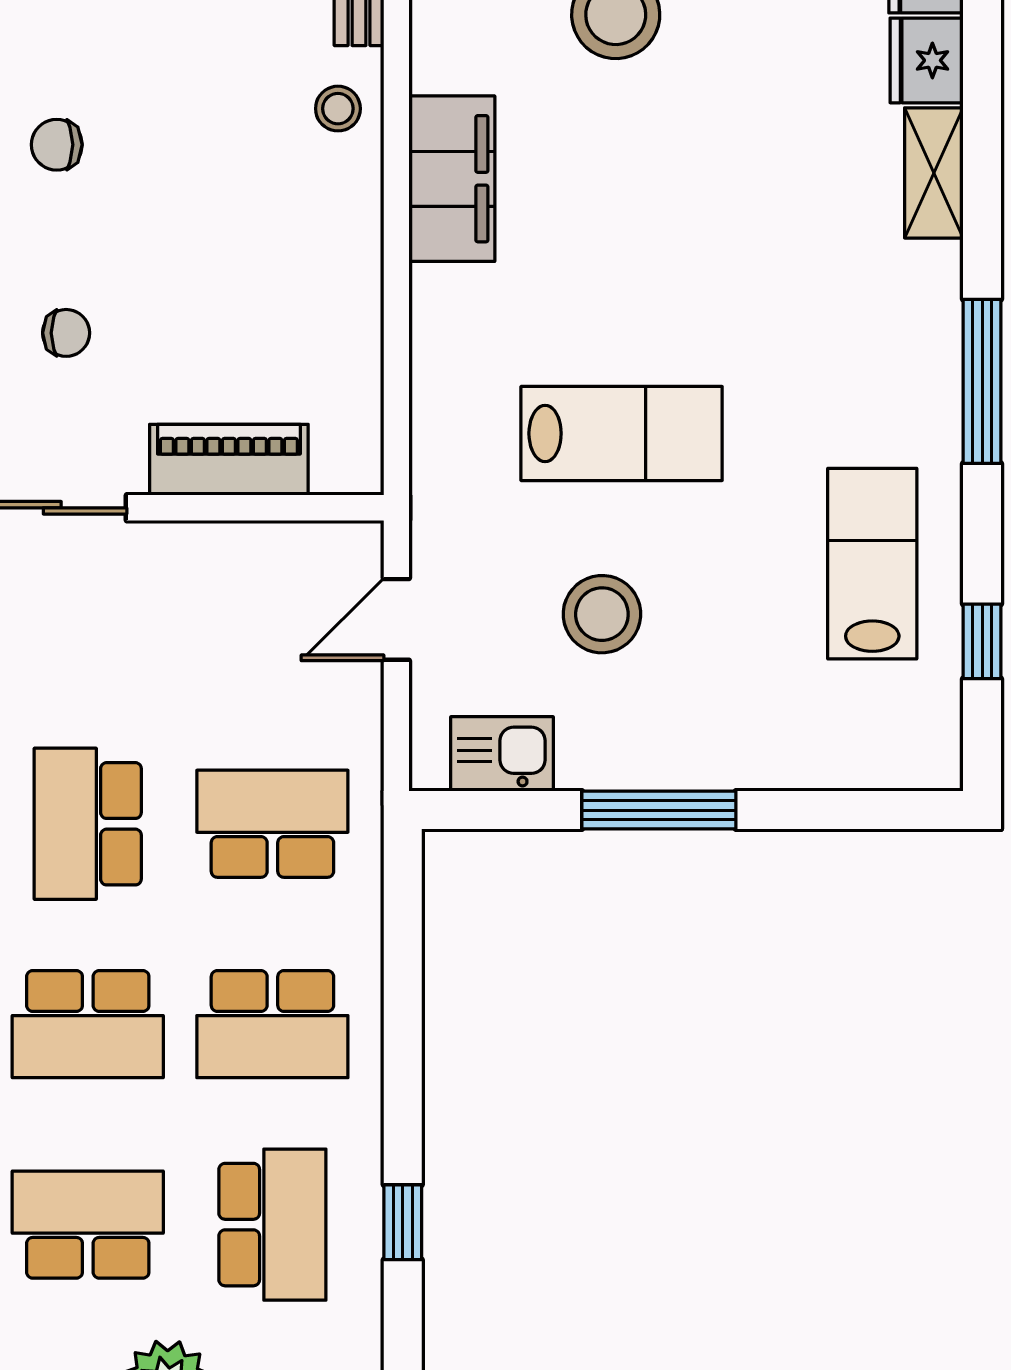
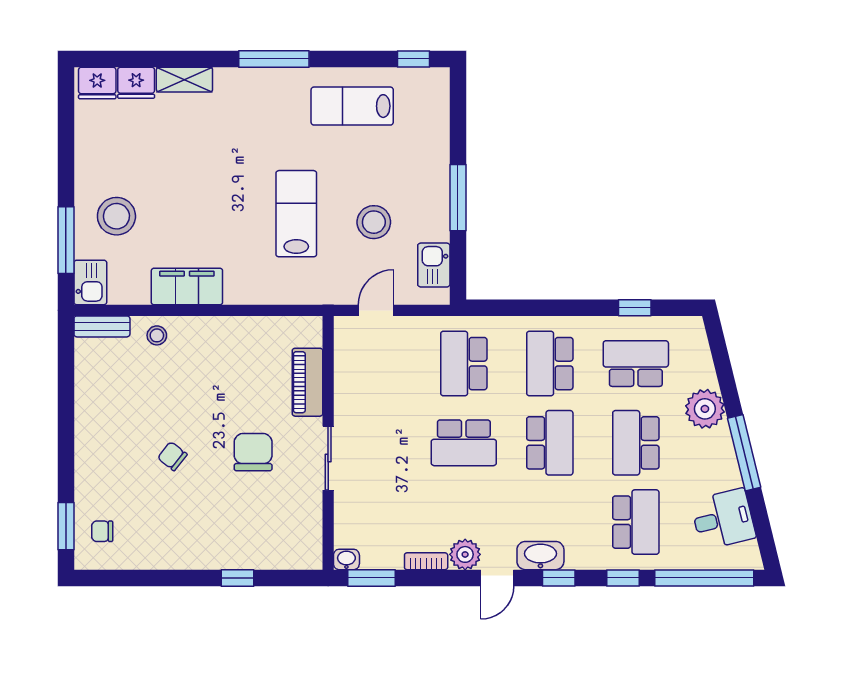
chair: (57, 145) -> (172, 456), turned 128
chair: (66, 333) -> (253, 452), width x1.87, depth x1.87
door: (396, 619) -> (376, 310), swing flipped
window: (982, 641) -> (414, 59), moved
school desk: (272, 1024) -> (550, 364), turned 180

